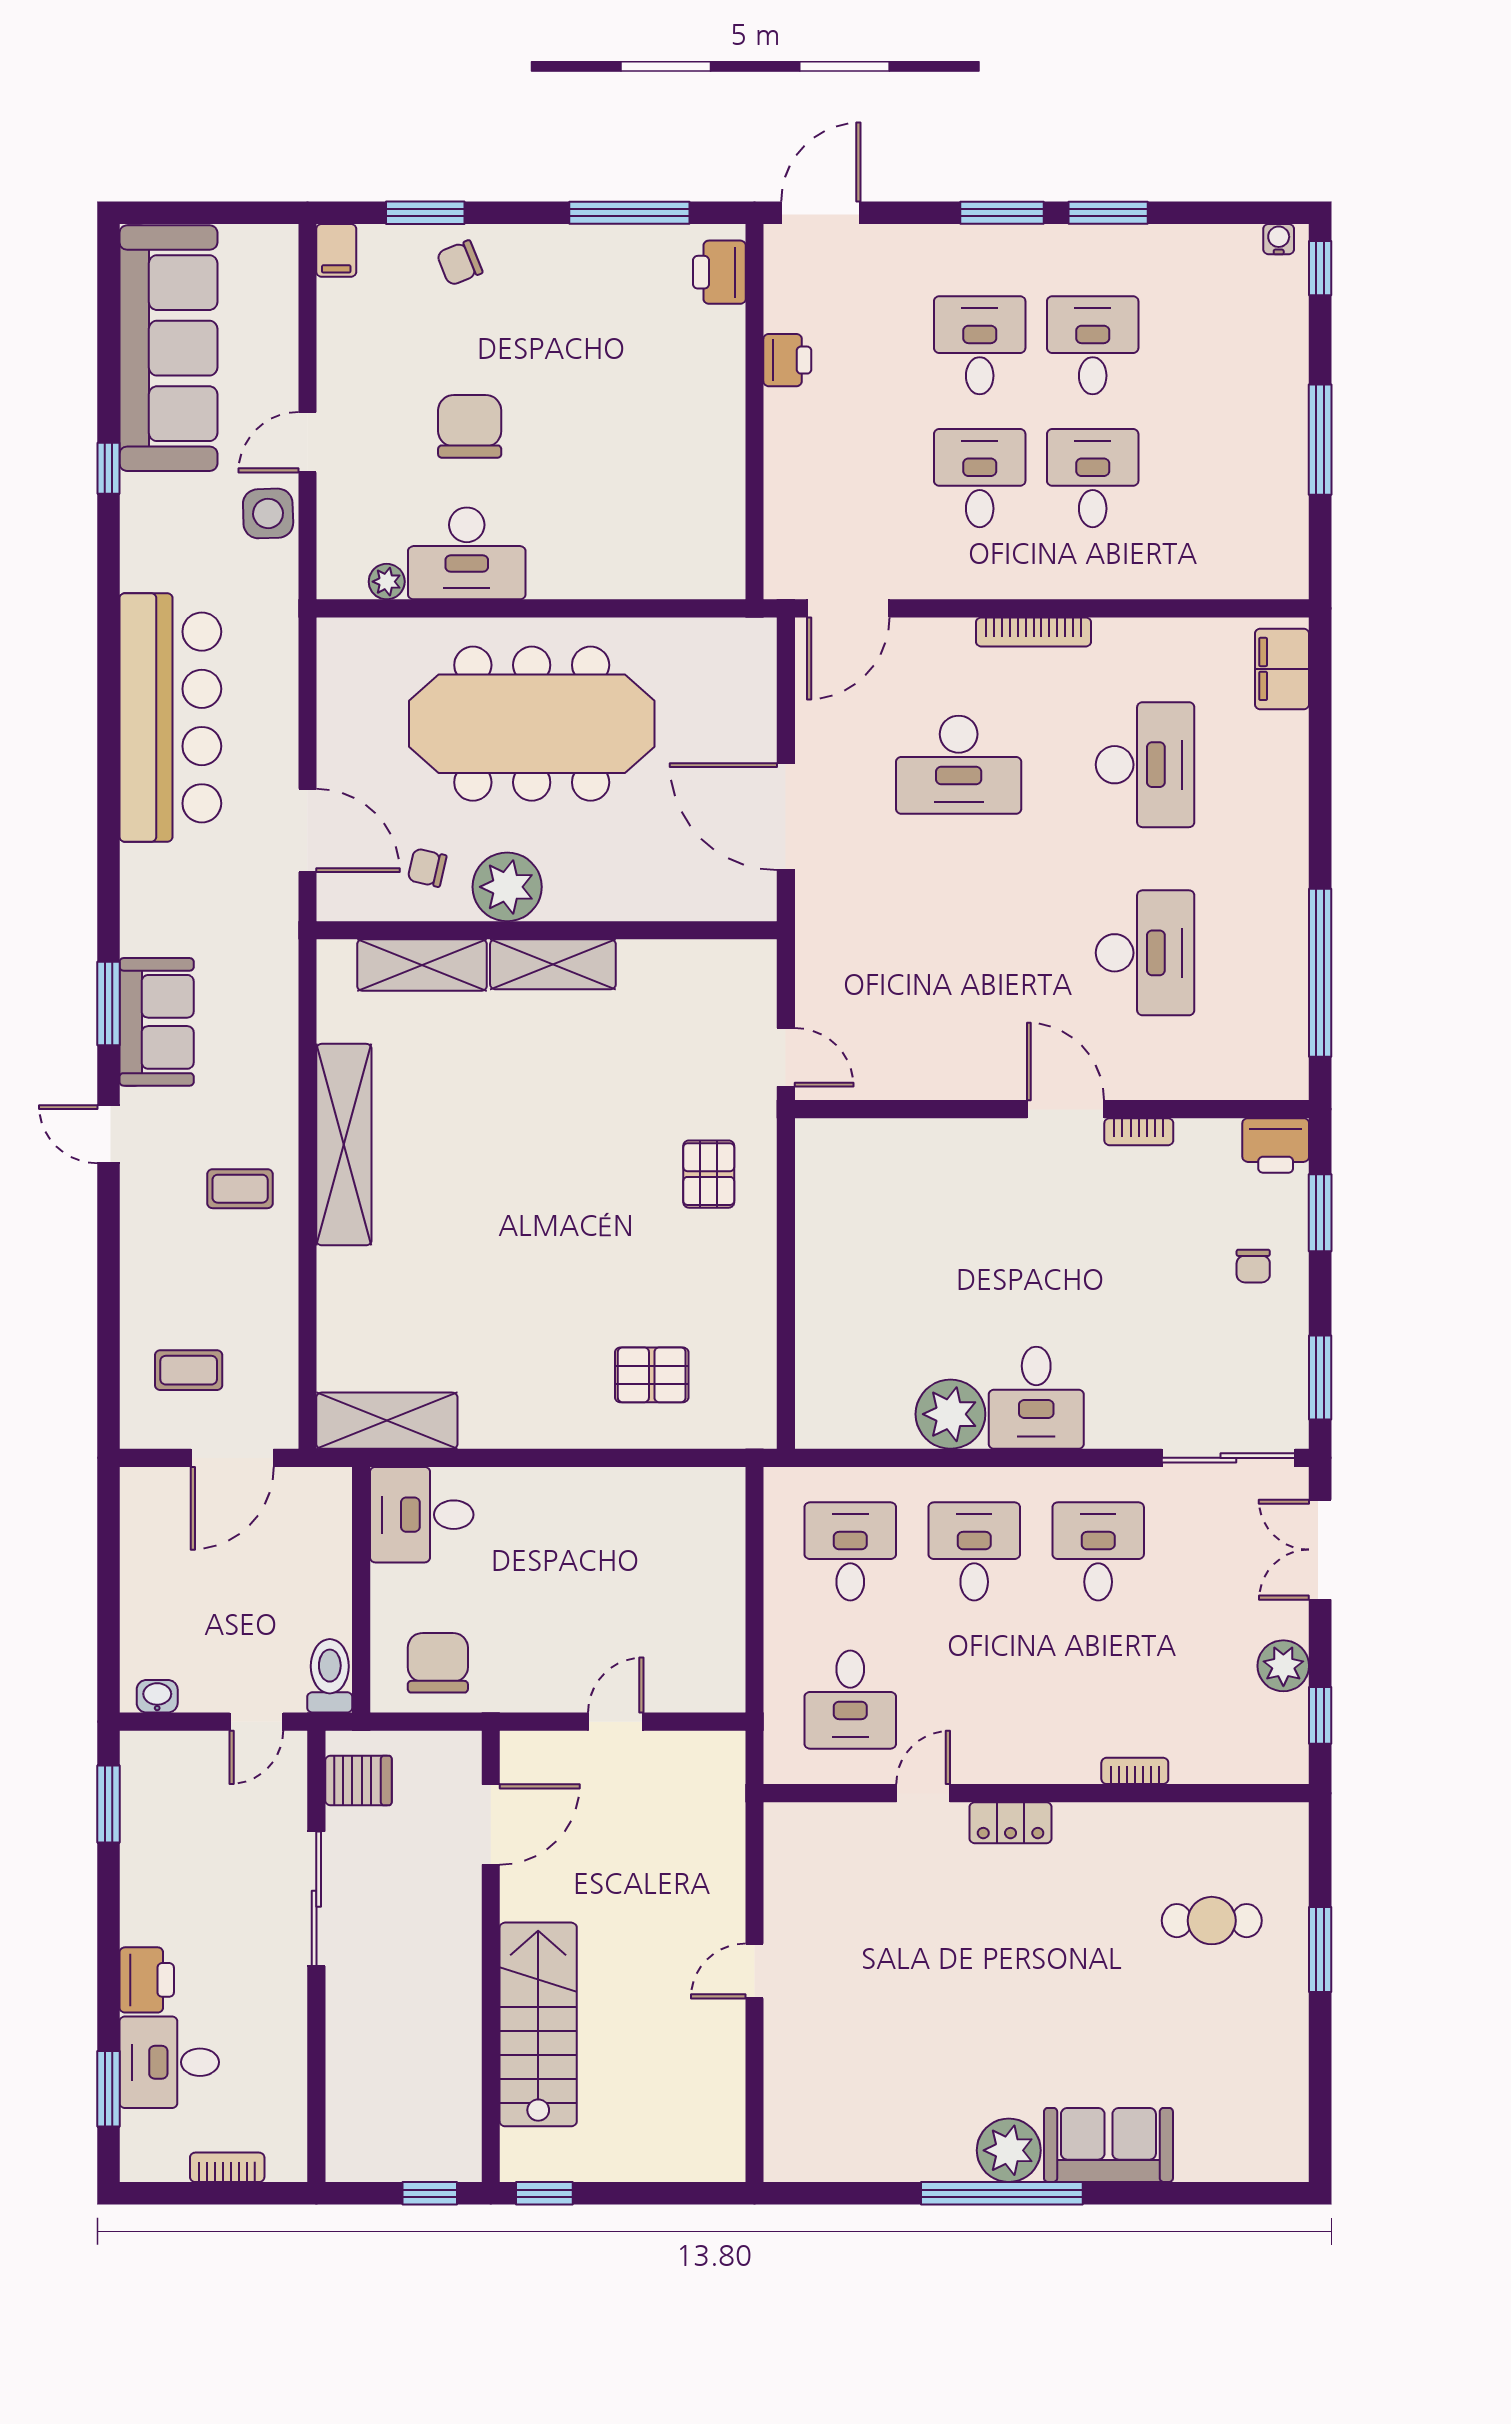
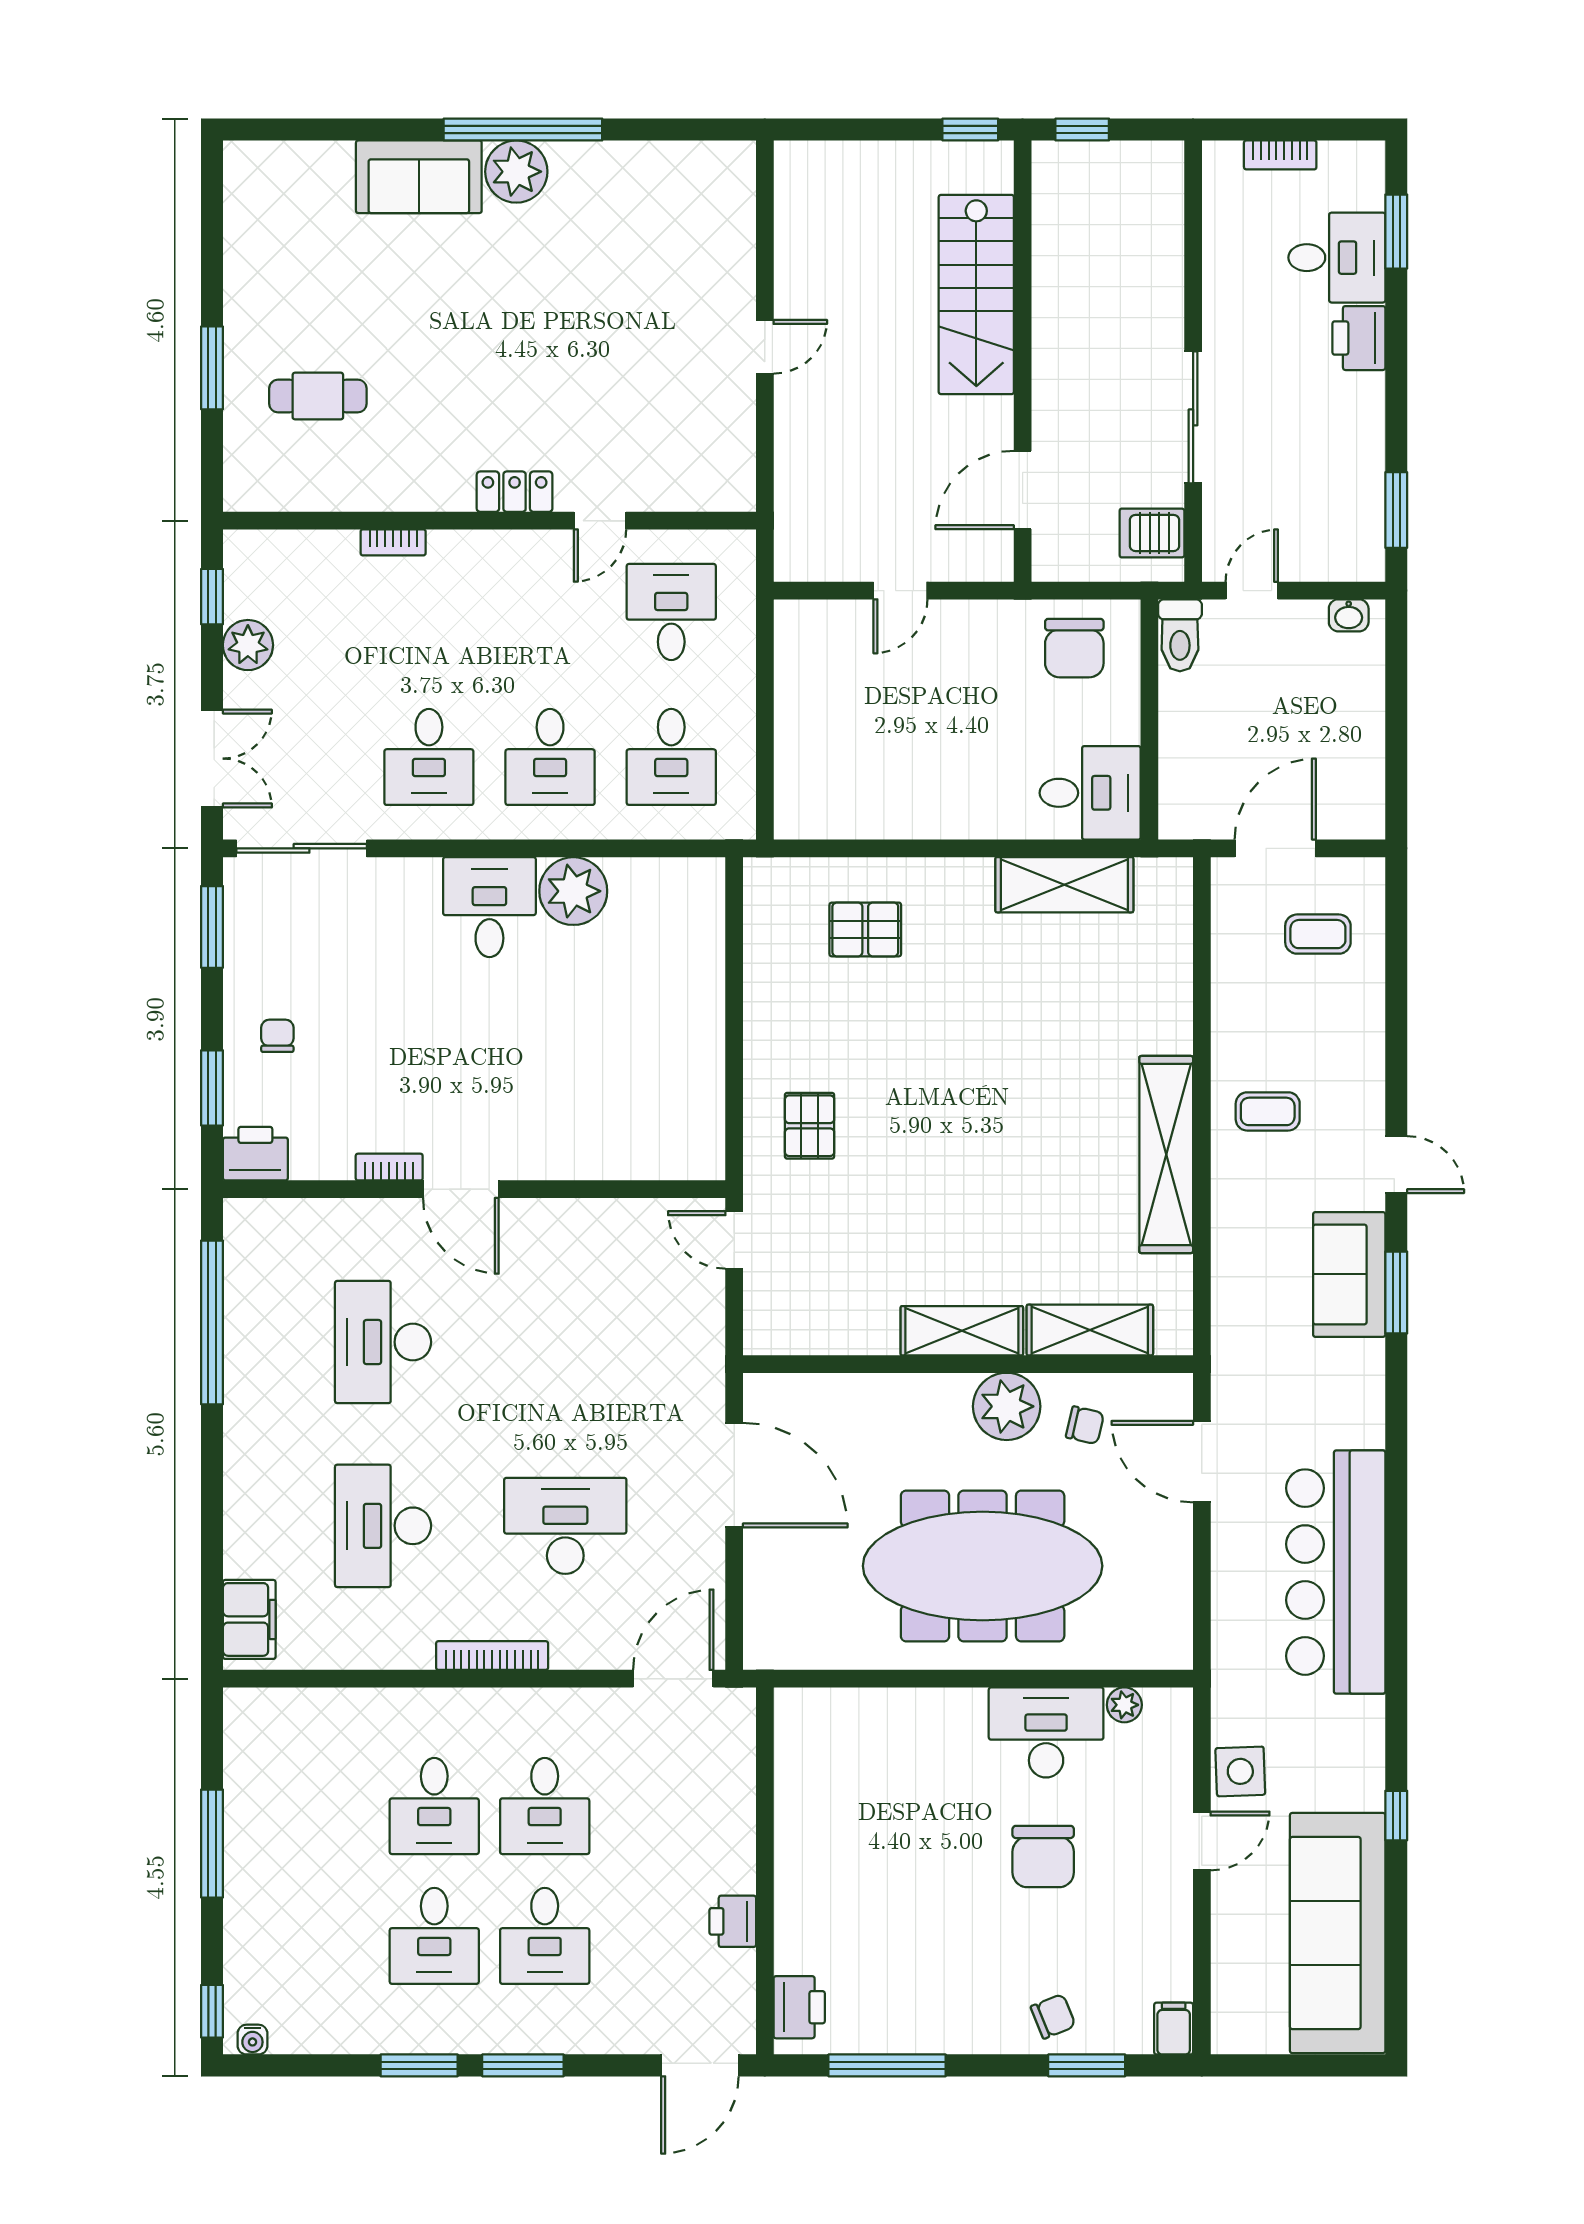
shelving: (387, 1421) -> (1064, 885), moved

